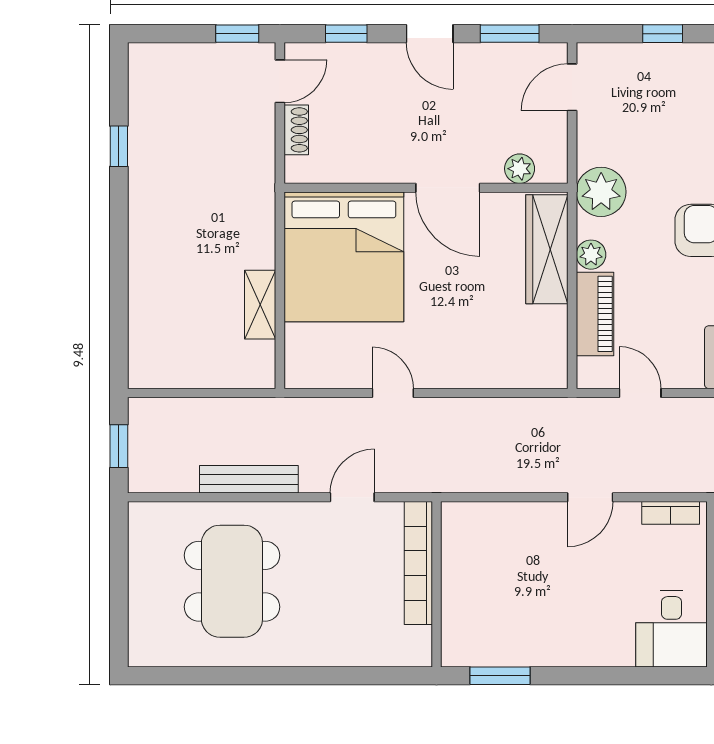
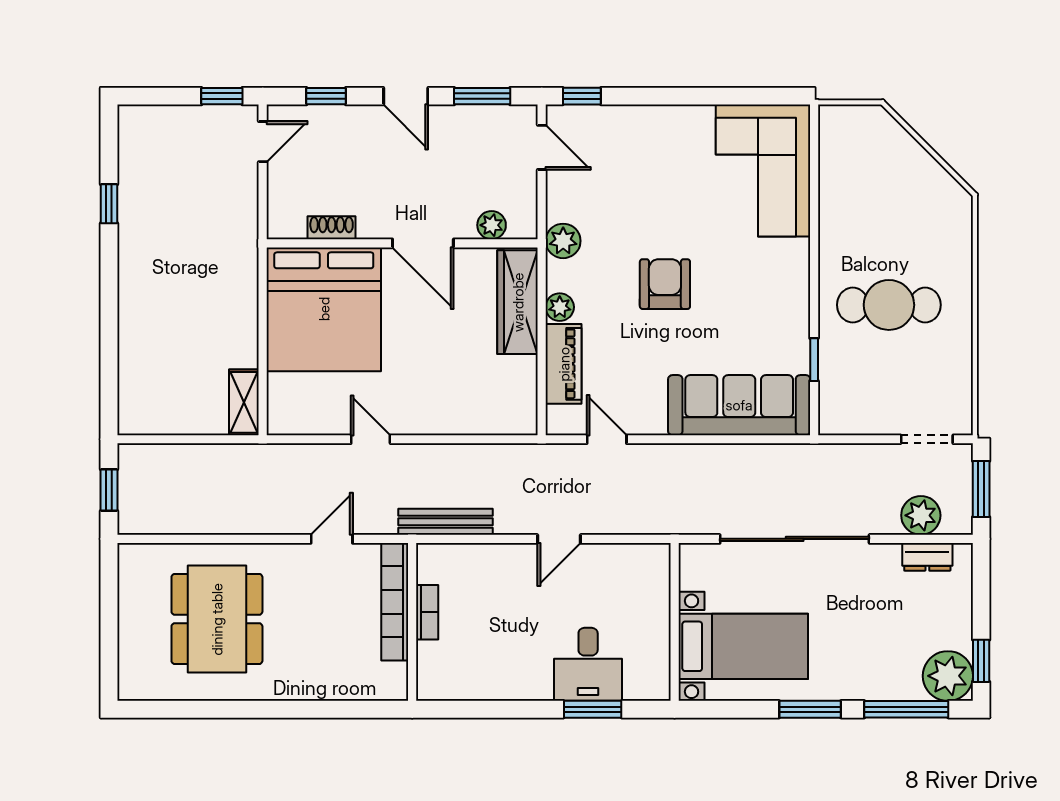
window: (663, 34) -> (582, 96), moved
door: (572, 87) -> (542, 147), swing flipped
shoe rack: (296, 130) -> (332, 228), moved, turned -90
plant: (601, 192) -> (563, 241), width x0.73, depth x0.73
shelving: (260, 305) -> (244, 402), moved
bench: (249, 479) -> (445, 522), moved
bookcase: (671, 513) -> (427, 612), moved, turned -90
desk: (672, 629) -> (588, 664), moved
window: (500, 676) -> (593, 709), moved

